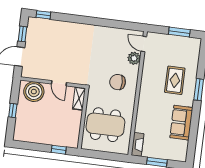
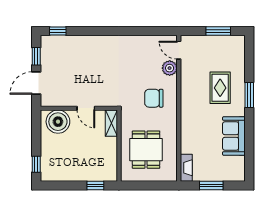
window: (13, 110) -> (36, 164), moved
dining table: (105, 125) -> (146, 150), width x0.73

